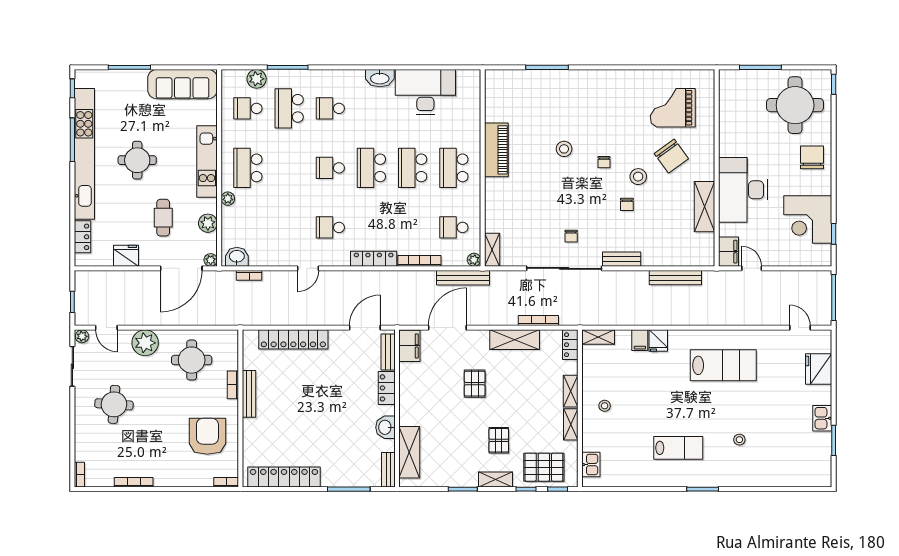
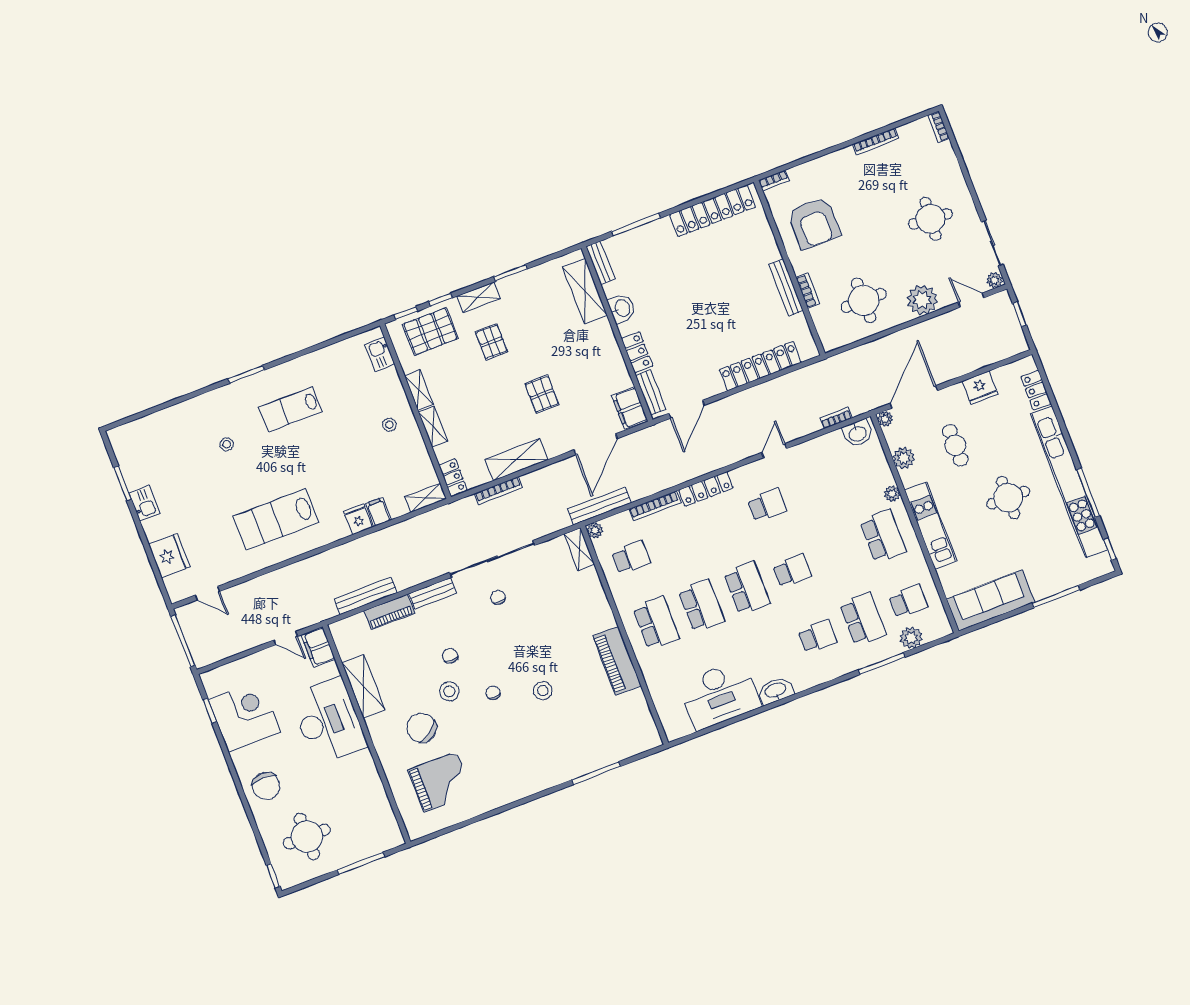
round table: (795, 105) -> (307, 836), width x0.73, depth x0.73
piano: (662, 258) -> (389, 612), added

